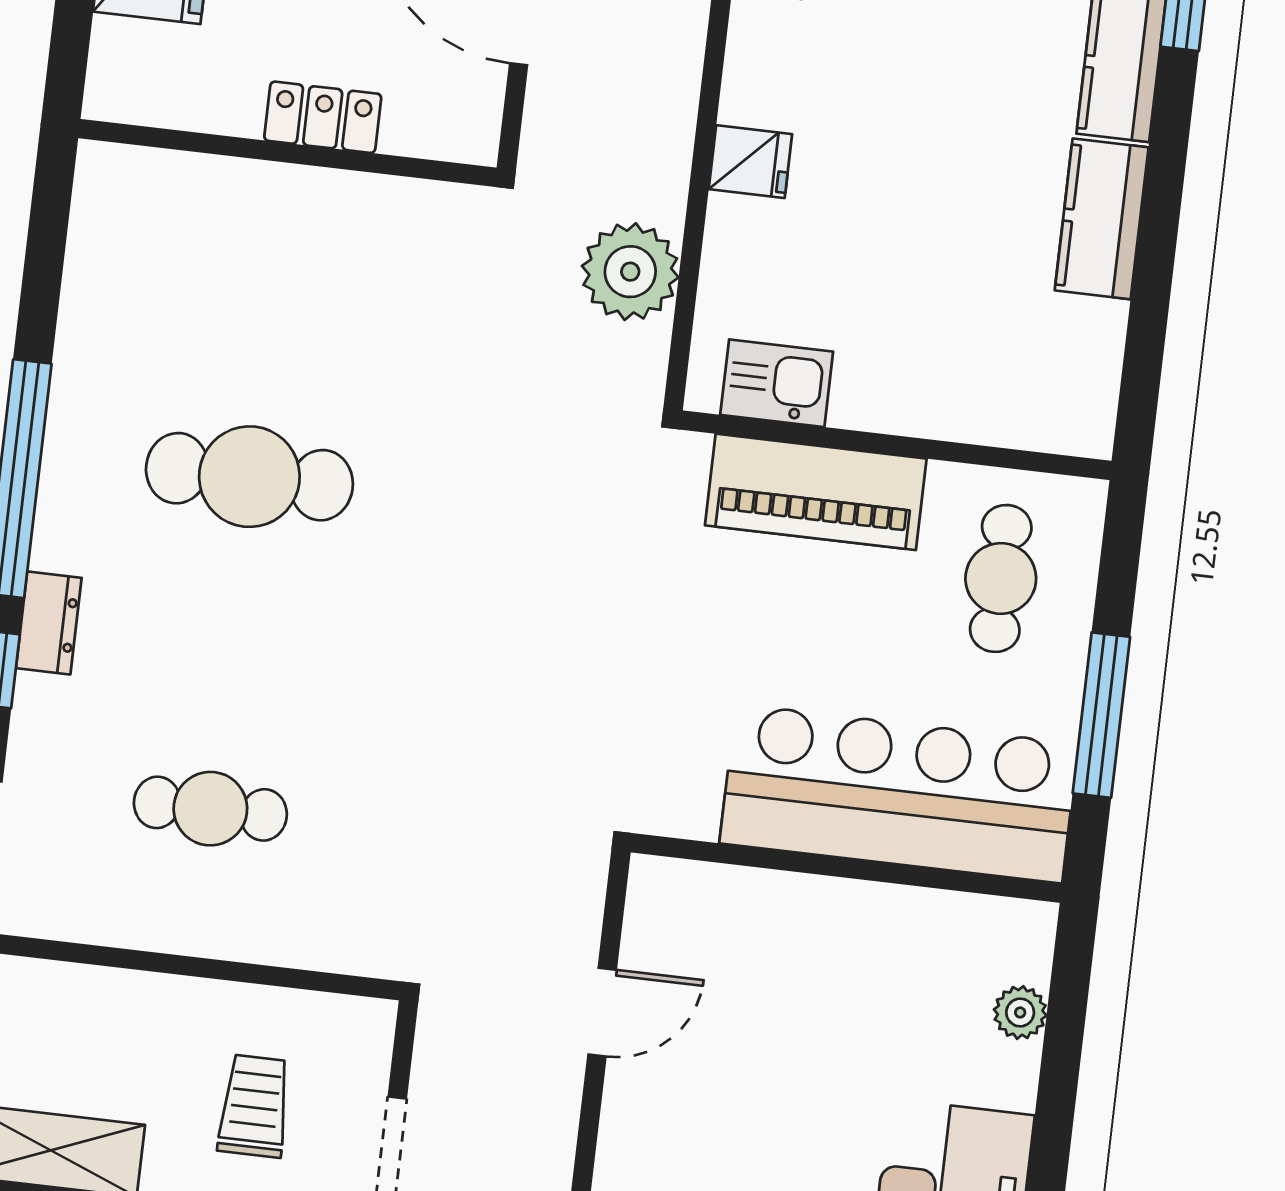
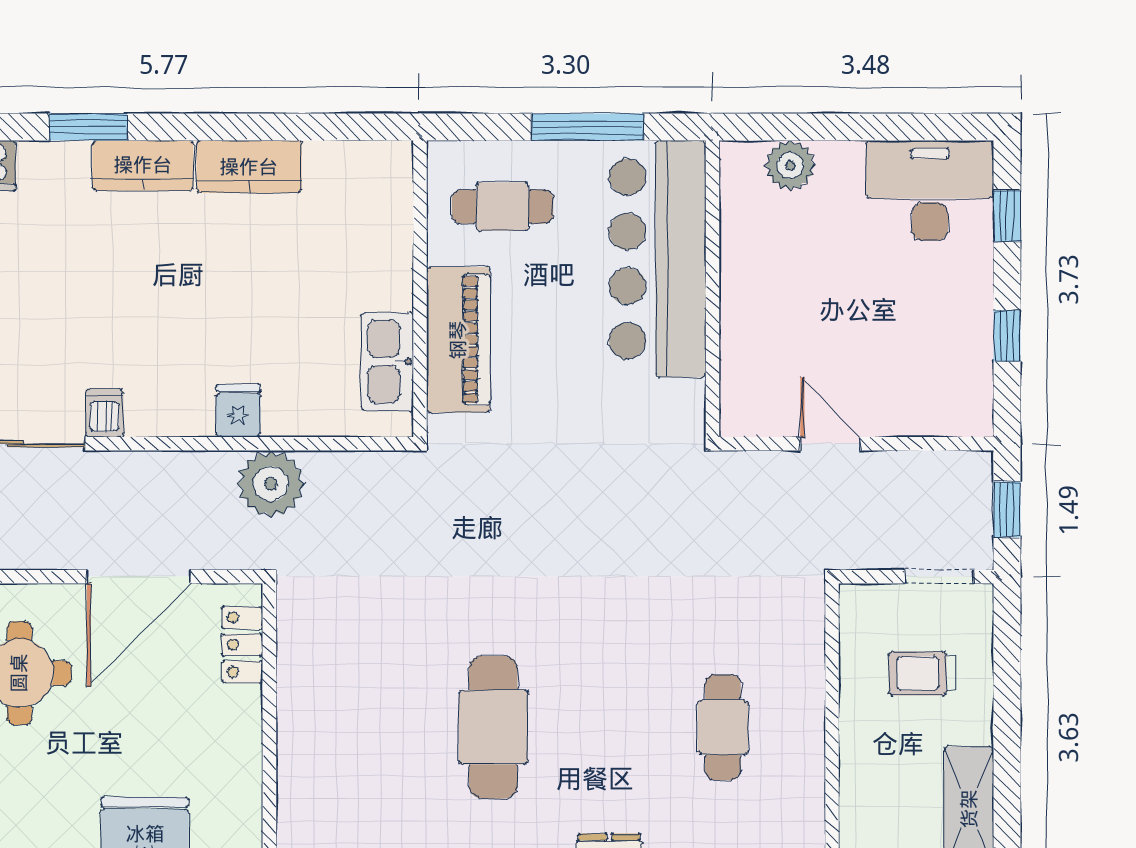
locker: (323, 117) -> (242, 645), moved
plant: (630, 272) -> (271, 484), moved
kitchen sink: (777, 383) -> (387, 362), width x1.38
plant: (1020, 1012) -> (790, 165), width x1.38, depth x1.38

